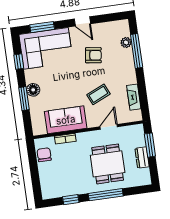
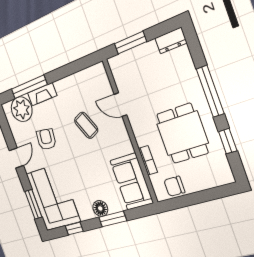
plant: (126, 42) -> (22, 109), width x1.88, depth x1.88
fireplace: (134, 97) -> (42, 94), moved
sofa: (66, 120) -> (132, 182), moved
dresser: (142, 158) -> (171, 41), moved
dining table: (108, 164) -> (182, 133), moved, turned 90

